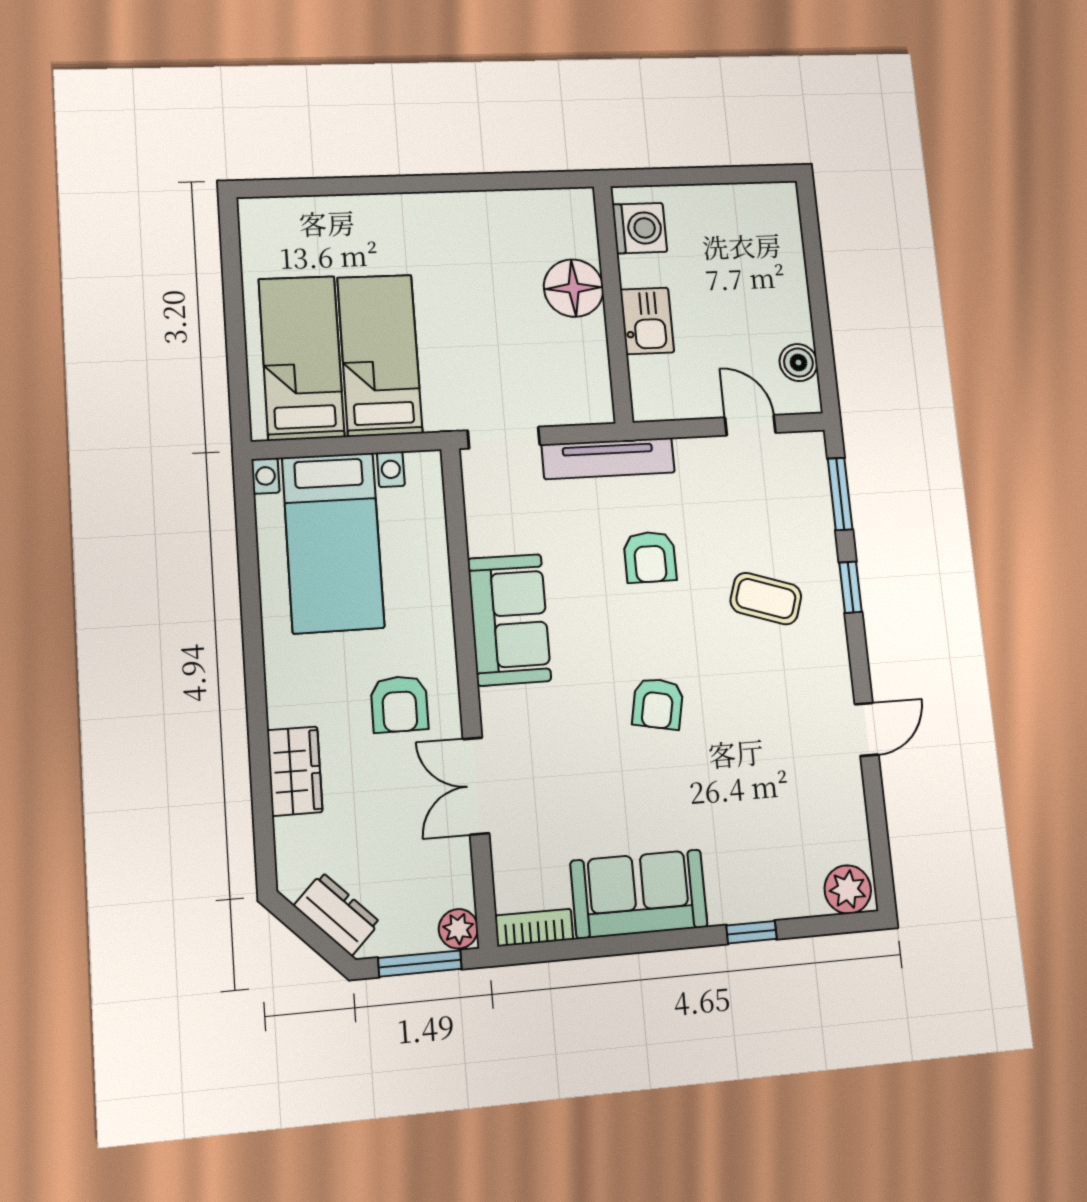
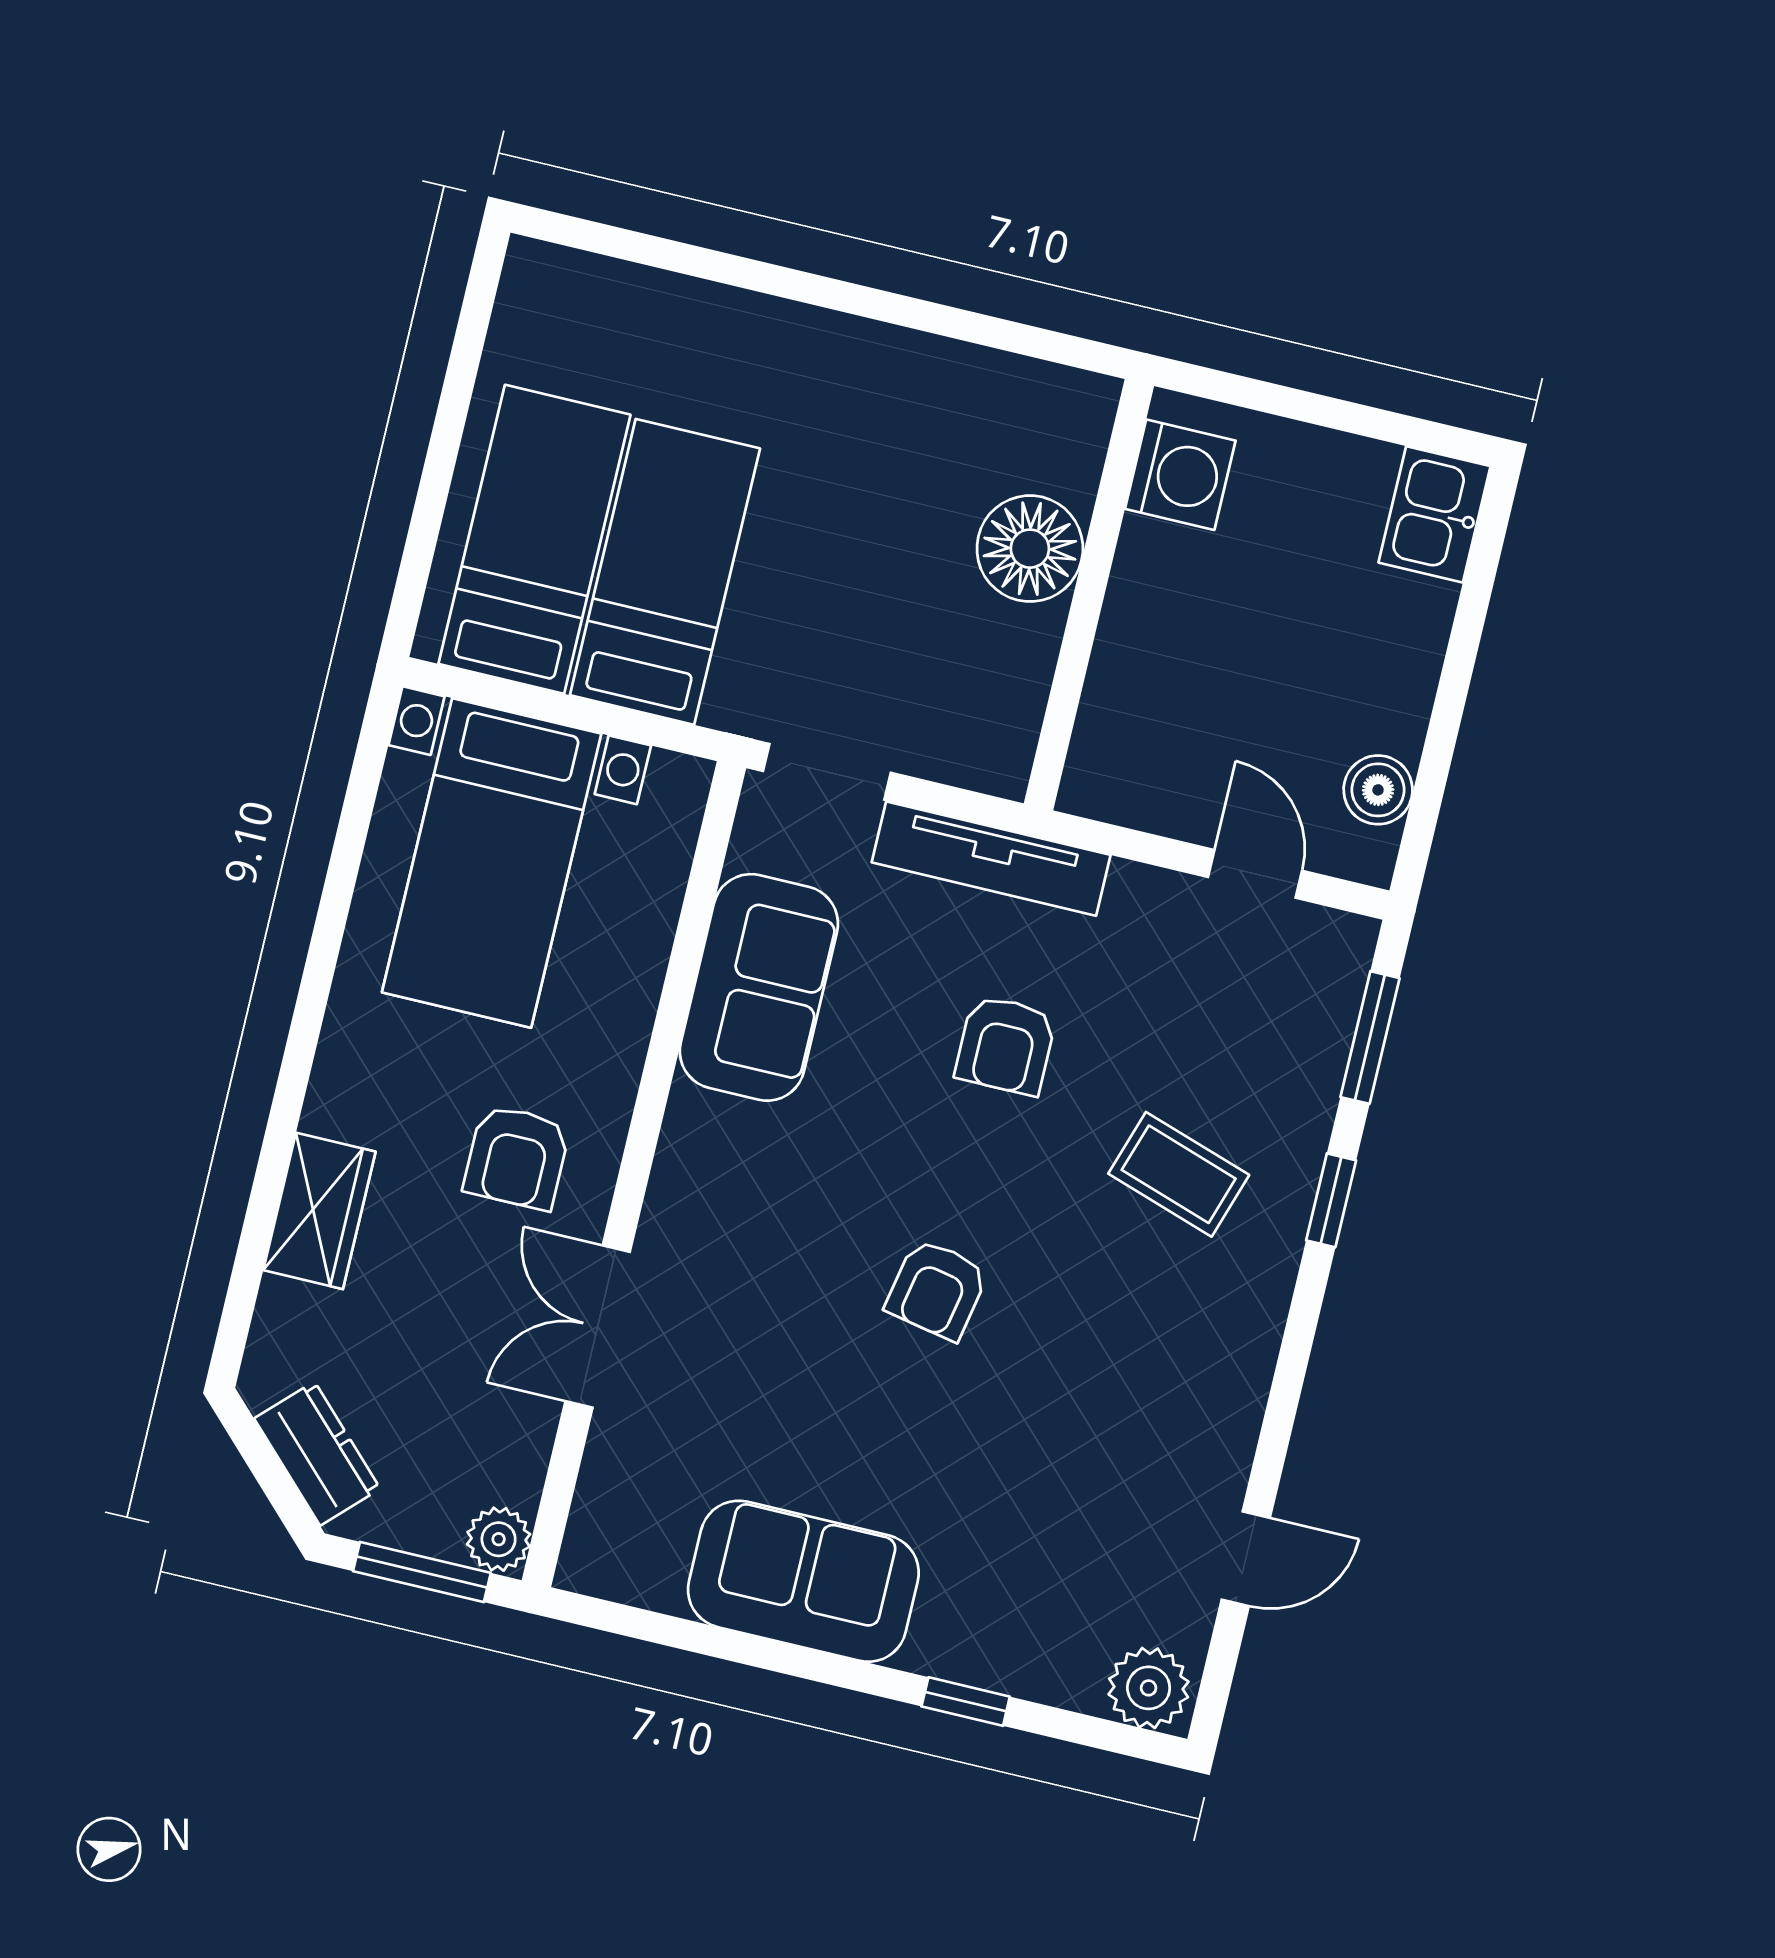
kitchen sink: (647, 321) -> (1434, 514), moved, turned 180
sofa: (509, 620) -> (759, 987), moved
door: (867, 729) -> (1246, 1559), moved
bookcase: (534, 928) -> (618, 1577), removed

